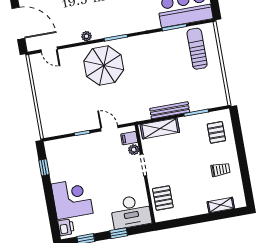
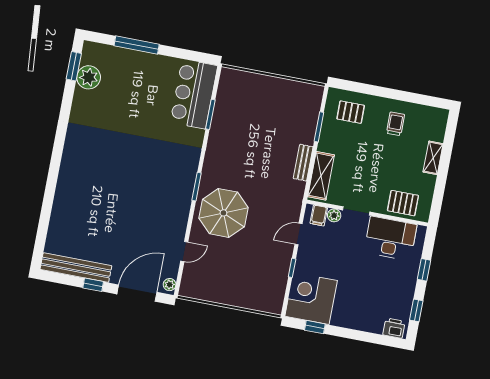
plant: (86, 36) -> (170, 285), moved
sun lounger: (197, 49) -> (245, 98), removed
door: (49, 50) -> (184, 252), moved
bench: (170, 110) -> (303, 163), width x0.73
corner desk: (72, 199) -> (311, 298), moved
shelving: (221, 205) -> (433, 158), moved
desk: (131, 212) -> (390, 238), moved, turned -90

